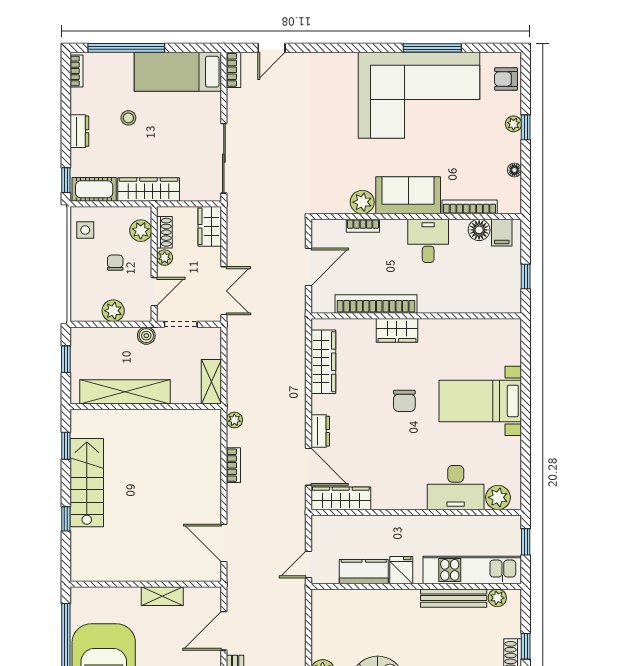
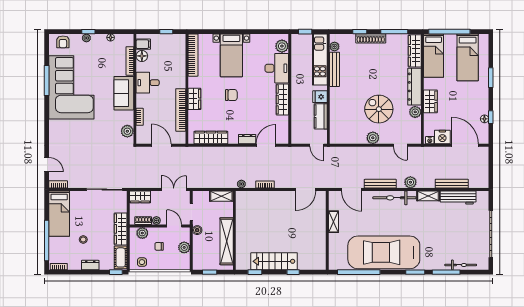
plant: (362, 202) -> (127, 131), moved
bookcase: (481, 328) -> (193, 55), added
wardrobe: (341, 498) -> (282, 99), moved

